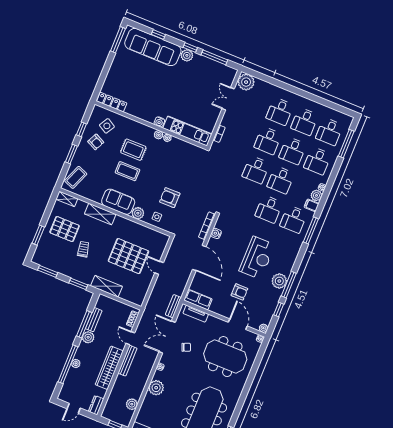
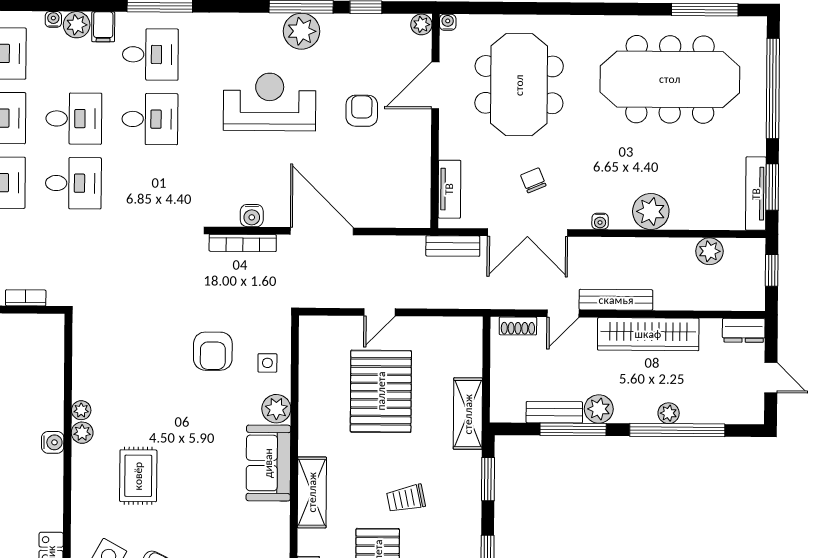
kitchen unit: (187, 131) -> (48, 371), removed
coffee table: (127, 171) -> (192, 470), removed
door: (199, 258) -> (322, 231), hinge flipped
row of seats: (198, 300) -> (416, 196), removed

